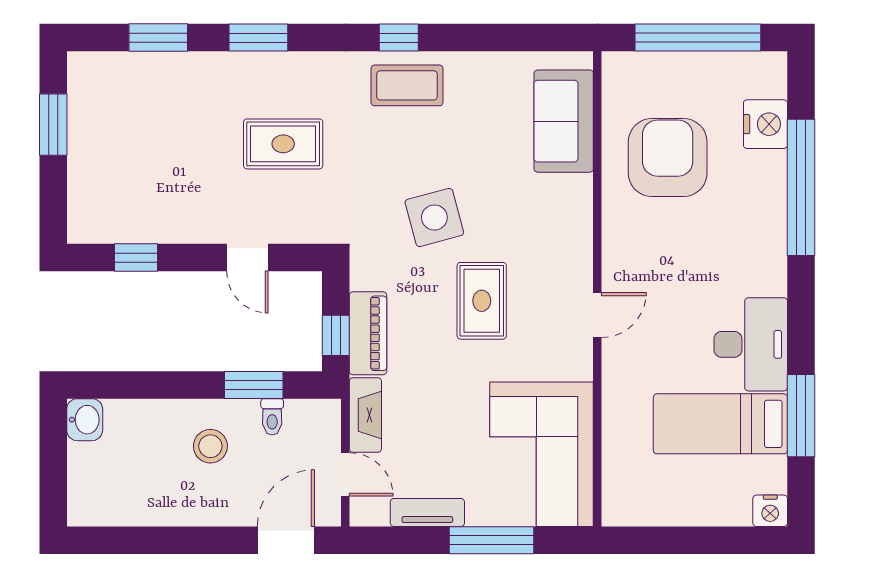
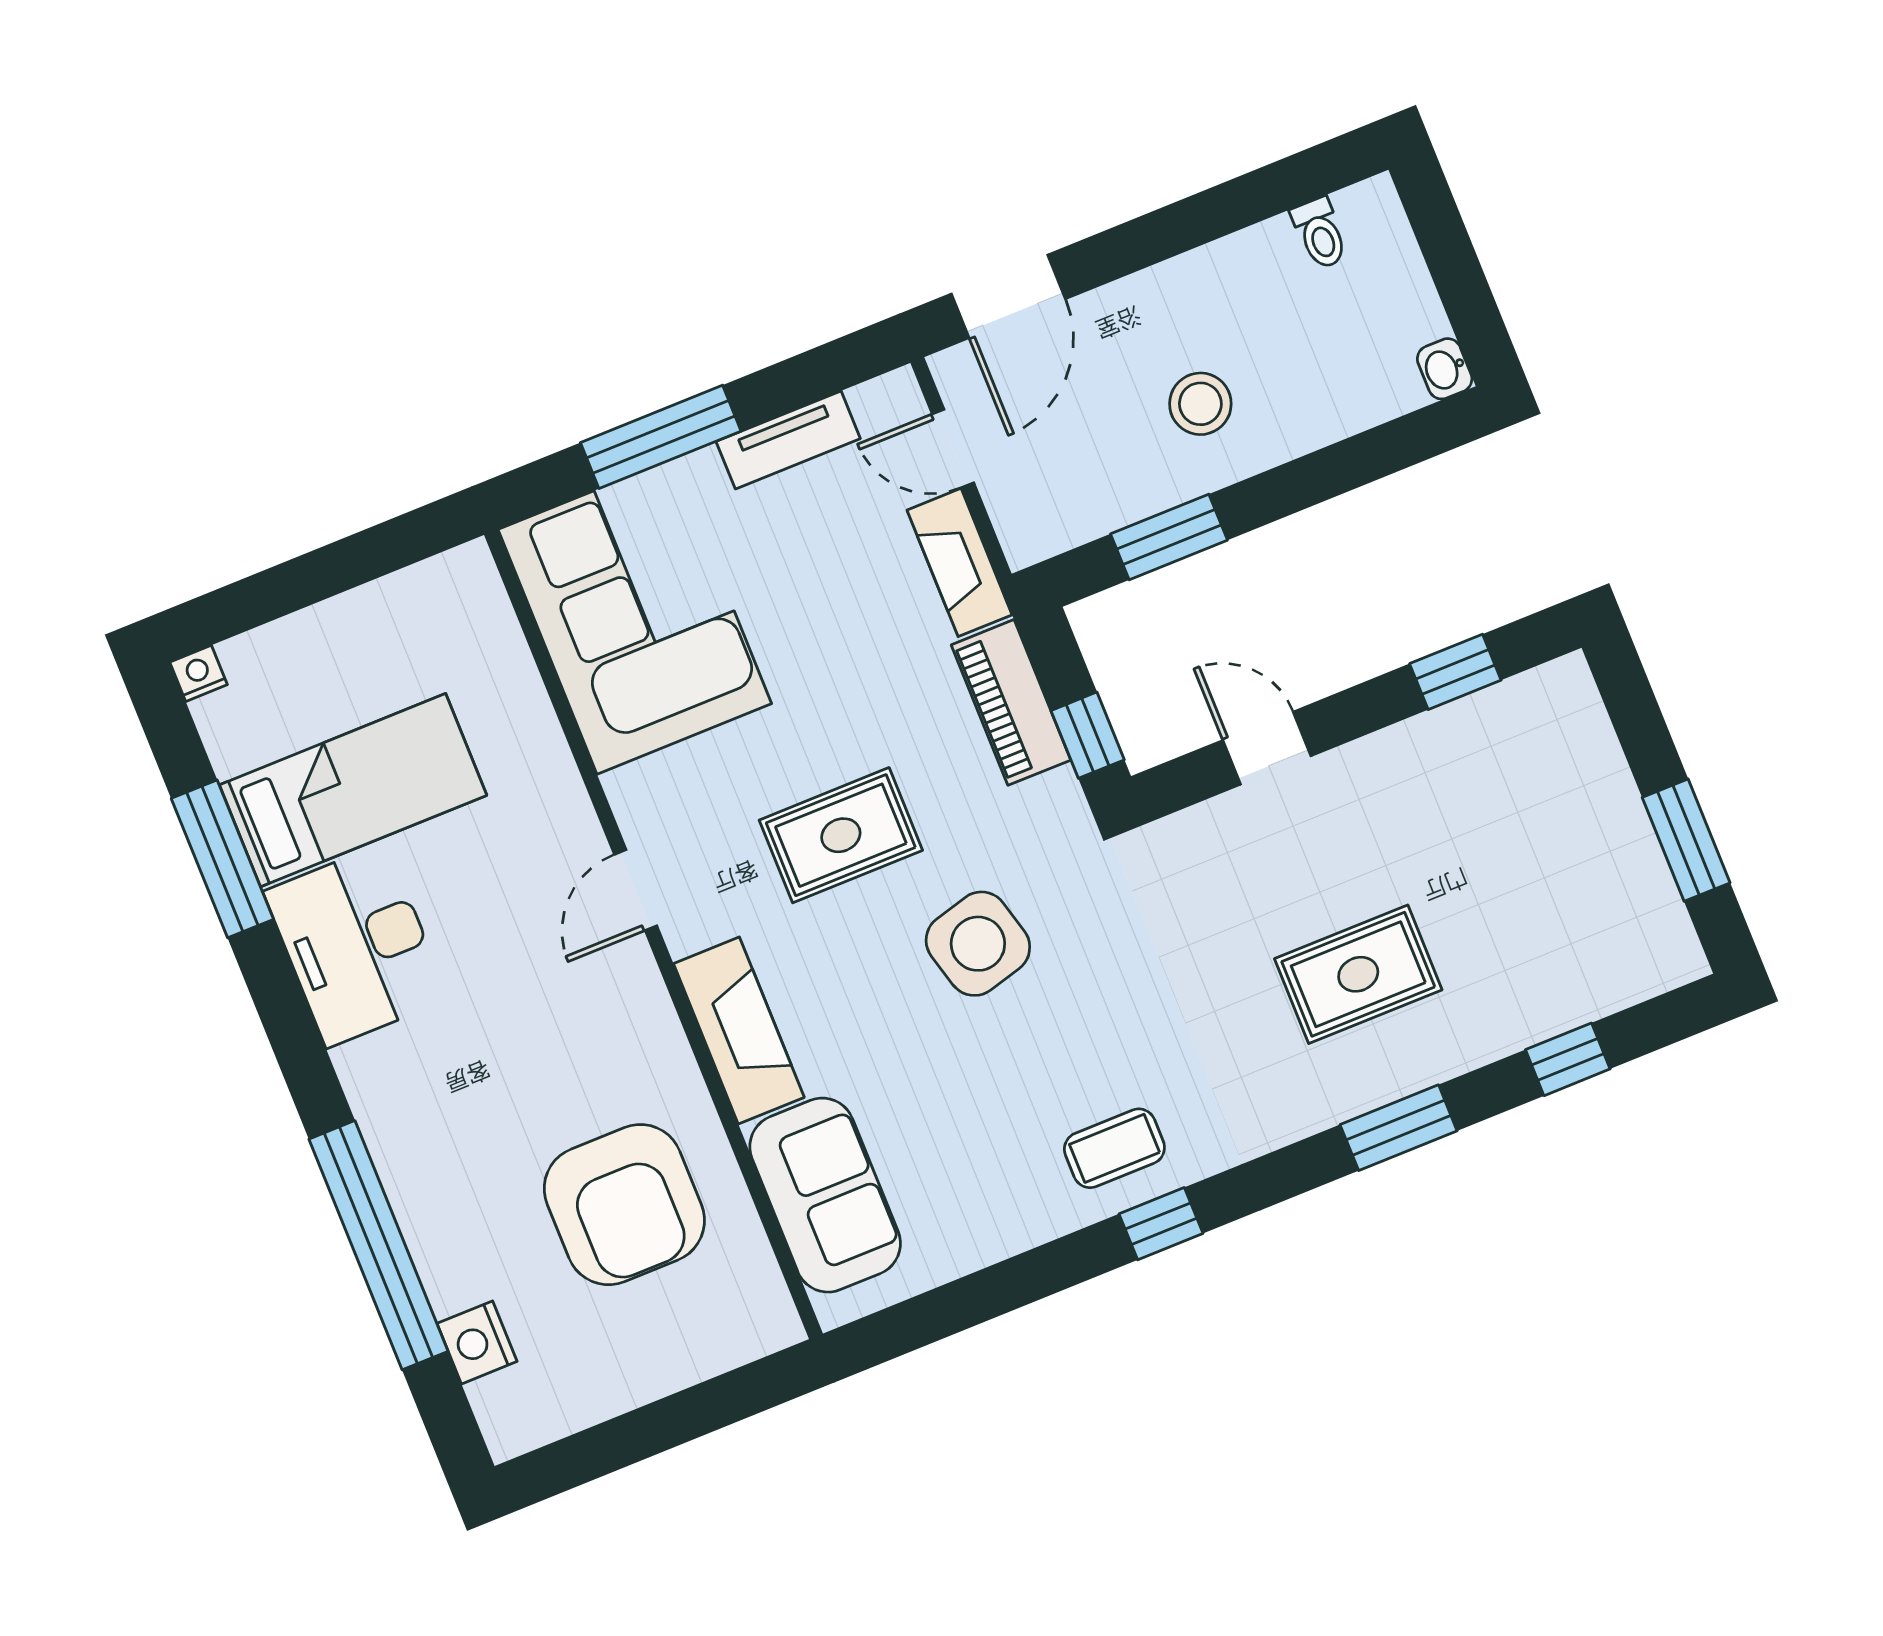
window: (158, 38) -> (1568, 1059), width x0.67
window: (698, 38) -> (655, 1428), removed
coffee table: (407, 85) -> (1114, 1148), width x0.73, depth x0.77
nightstand: (765, 124) -> (477, 1342), width x0.74, depth x0.75
rug: (283, 144) -> (1358, 974), moved
fireplace: (574, 222) -> (739, 1030), added
rug: (482, 301) -> (841, 835), turned 90
window: (336, 335) -> (1088, 735), moved
toilet: (272, 417) -> (1320, 233), moved, turned 180
washbasin: (85, 420) -> (1445, 369), width x0.72, depth x0.69
nightstand: (770, 511) -> (199, 673), width x0.72, depth x0.74

